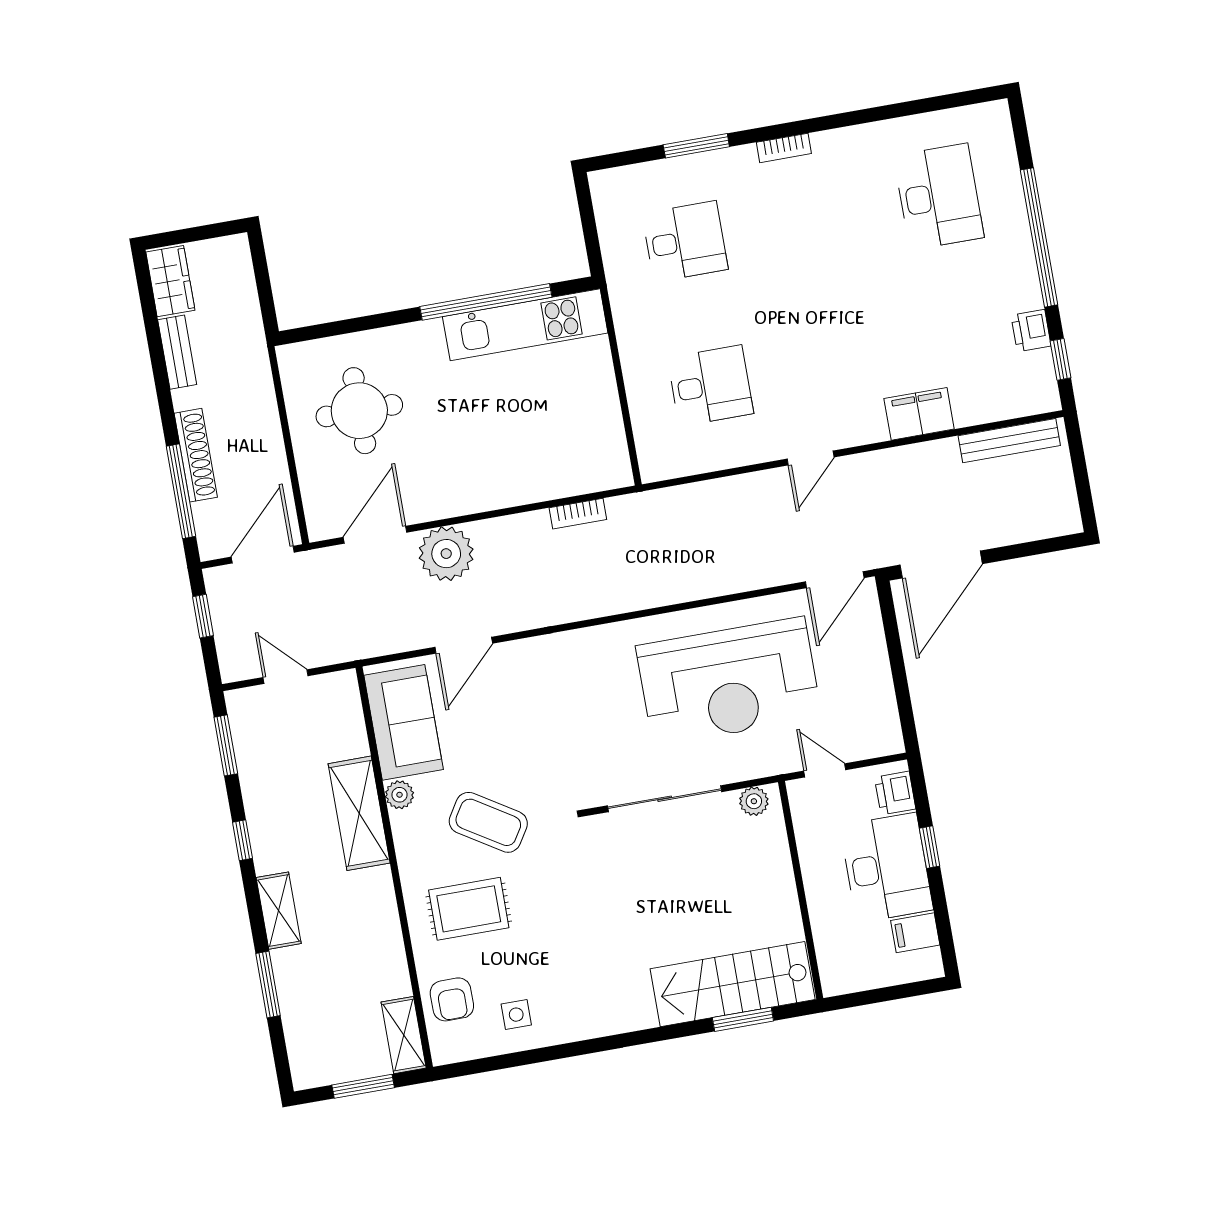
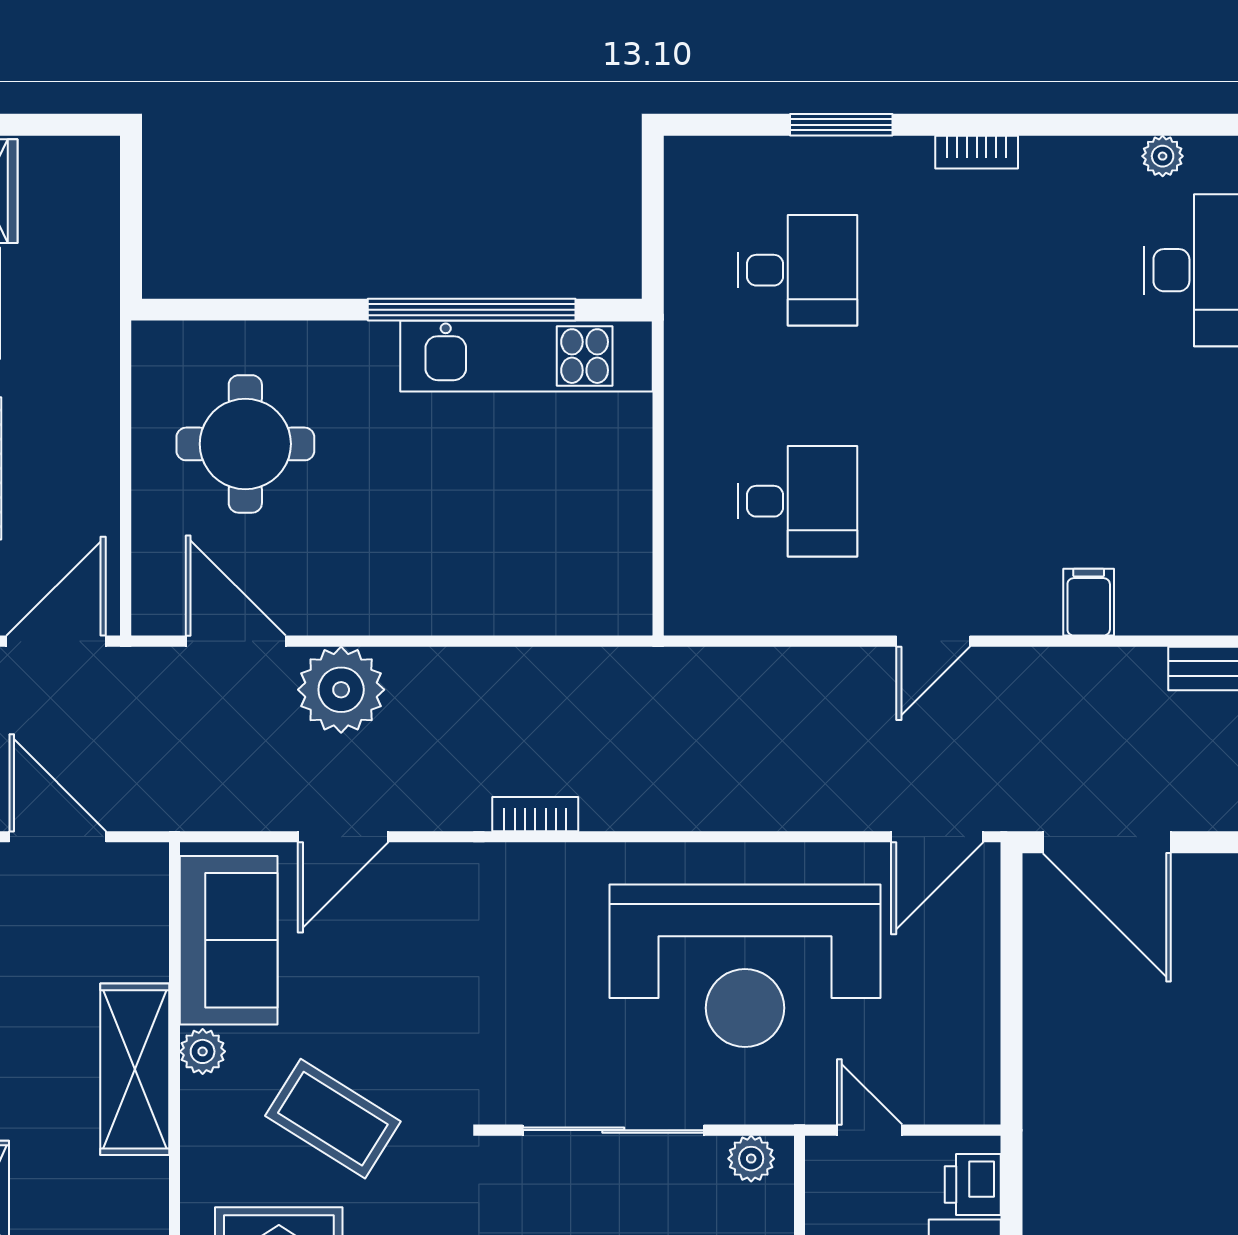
plant: (900, 130) -> (1163, 156), added
filing cabinet: (919, 414) -> (1089, 602), width x0.50
bookcase: (578, 514) -> (535, 814), moved, turned 180
door: (375, 535) -> (236, 641), hinge flipped
door: (941, 564) -> (1107, 842), hinge flipped
door: (285, 677) -> (58, 837), width x1.38

